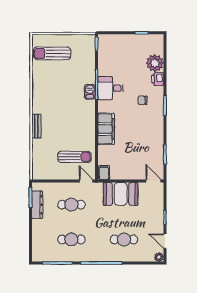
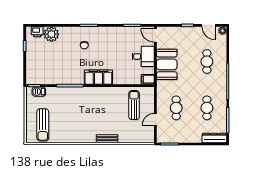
printer: (158, 79) -> (37, 32), moved
desk: (110, 88) -> (143, 56), moved, turned -90
barbecue: (90, 92) -> (39, 92), moved
filing cabinet: (106, 129) -> (98, 77), moved
door: (86, 181) -> (155, 119), moved
door: (153, 181) -> (155, 35), hinge flipped
dresser: (37, 205) -> (214, 138), moved
door: (165, 241) -> (208, 25), hinge flipped

